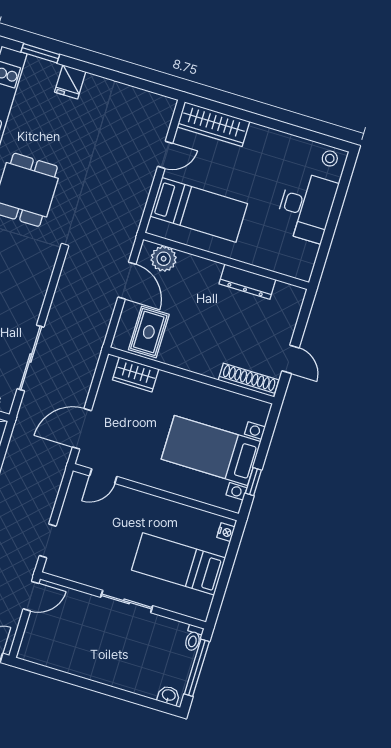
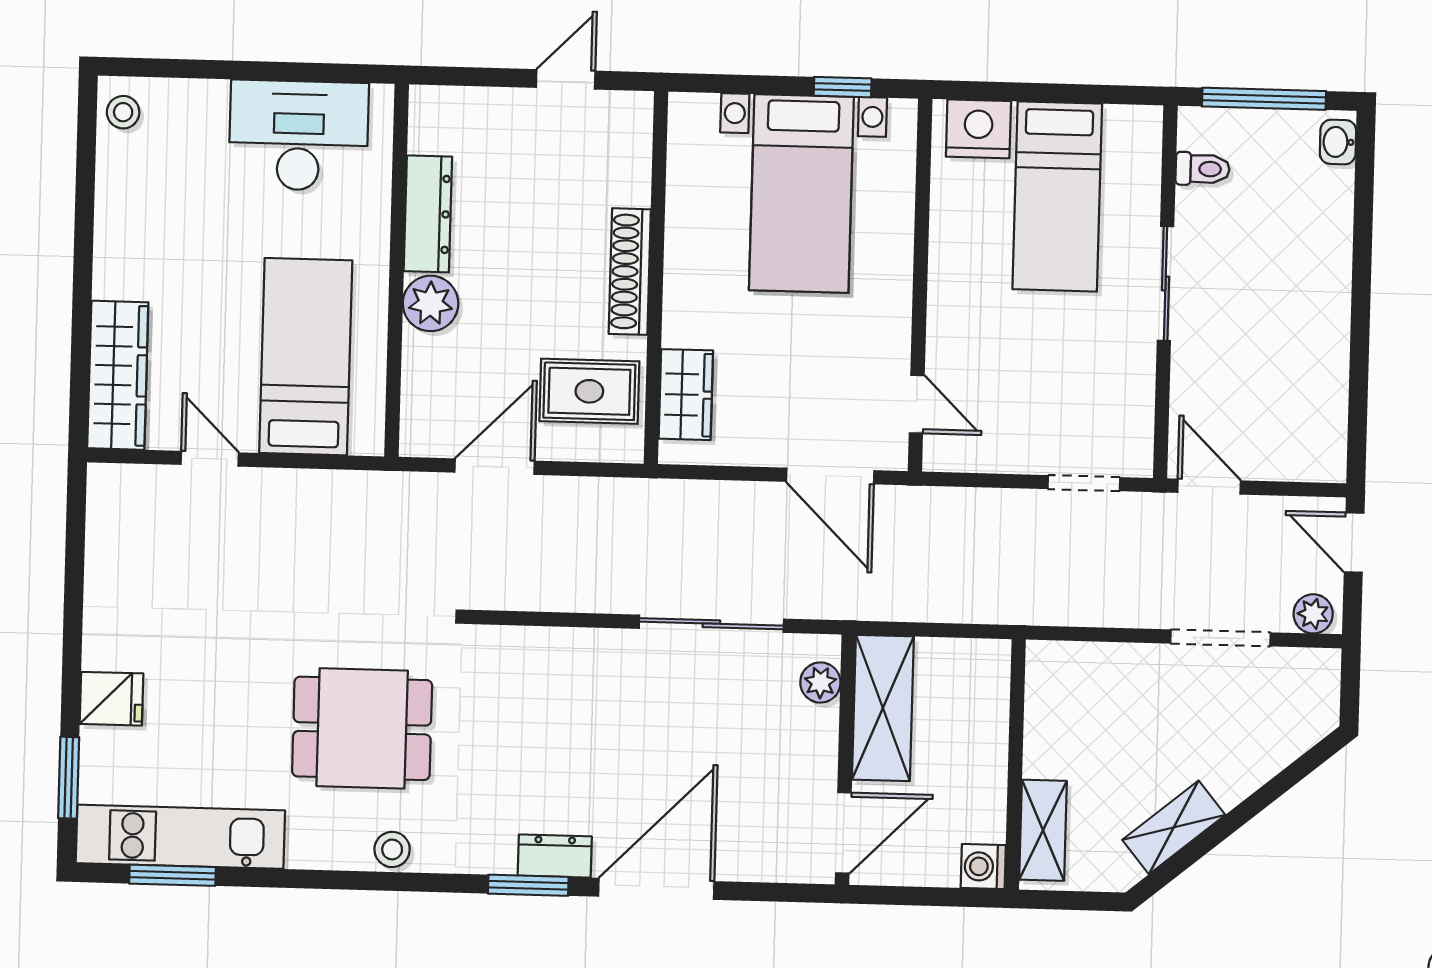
desk: (306, 207) -> (299, 135), moved
plant: (164, 259) -> (431, 303), moved
shoe rack: (249, 380) -> (630, 272), moved
nightstand: (226, 532) -> (978, 129), width x1.89, depth x1.79
toilet: (193, 638) -> (1203, 169), moved

